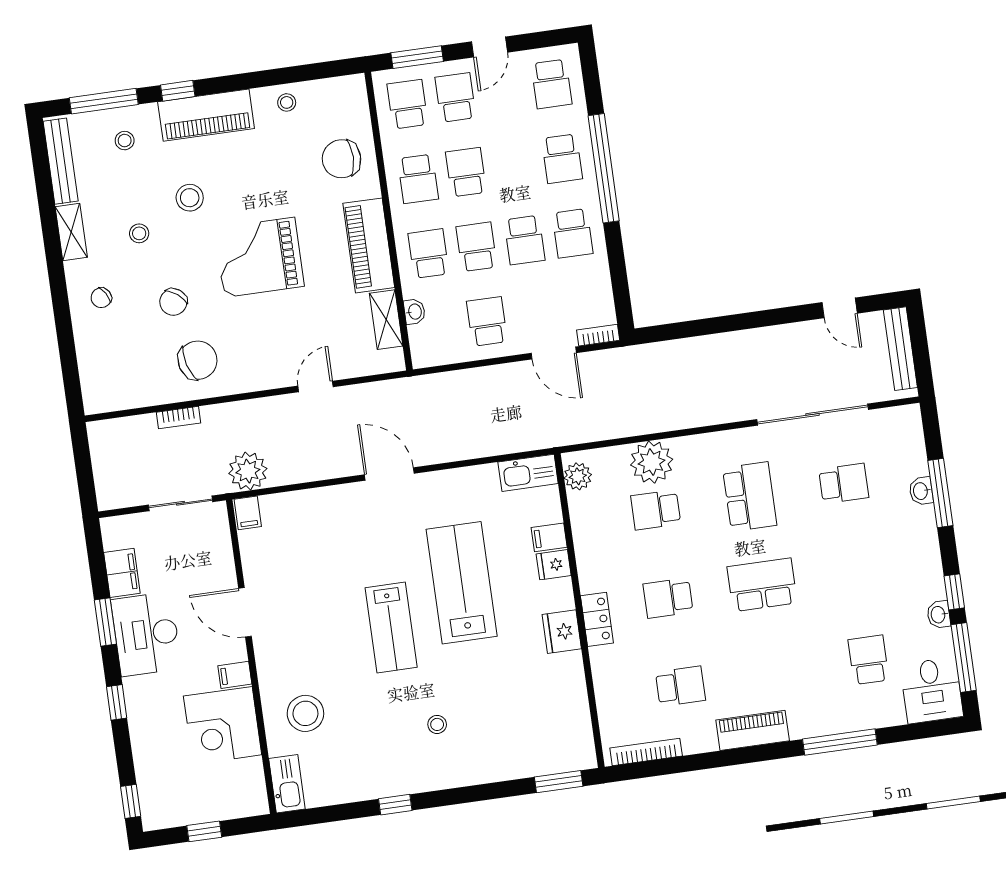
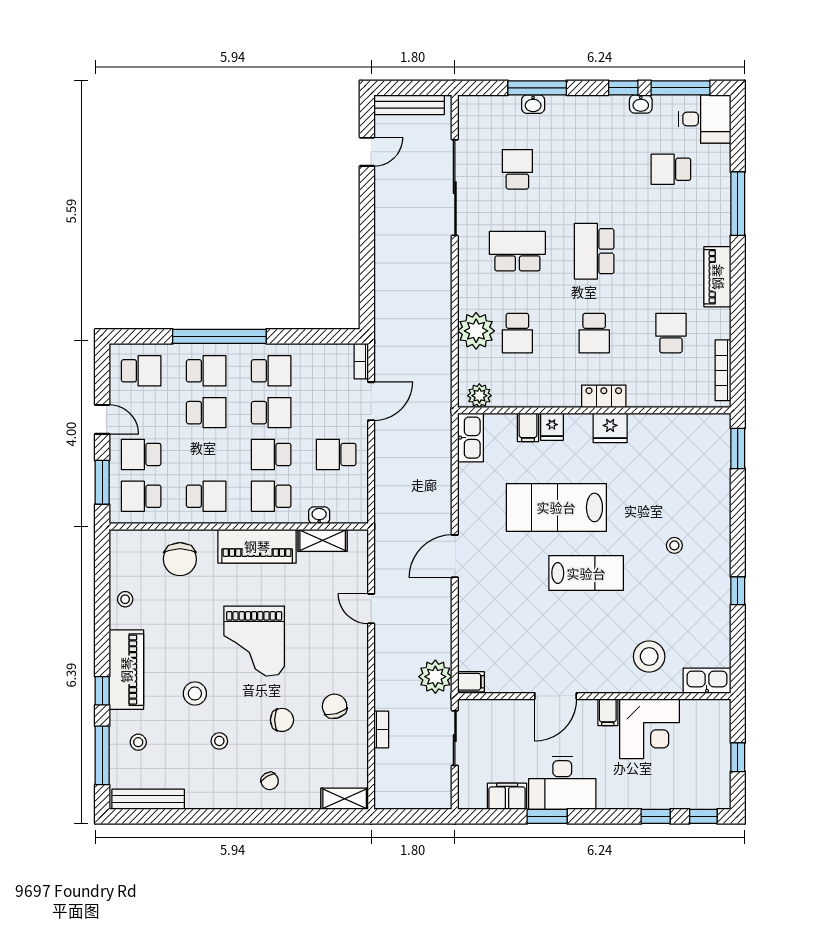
school desk: (466, 172) -> (206, 413), moved, turned 180
shelving: (71, 232) -> (345, 799), moved
chair: (173, 302) -> (282, 720), turned -38
chair: (198, 360) -> (335, 706), width x0.73, depth x0.73
window: (117, 702) -> (656, 816), moved

